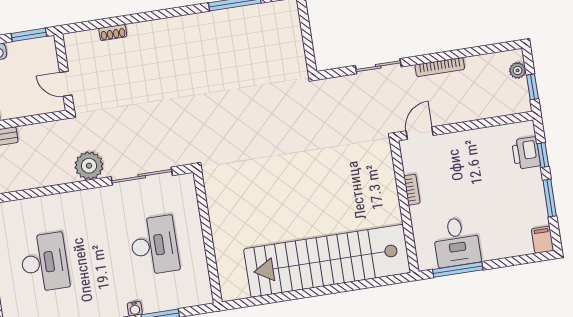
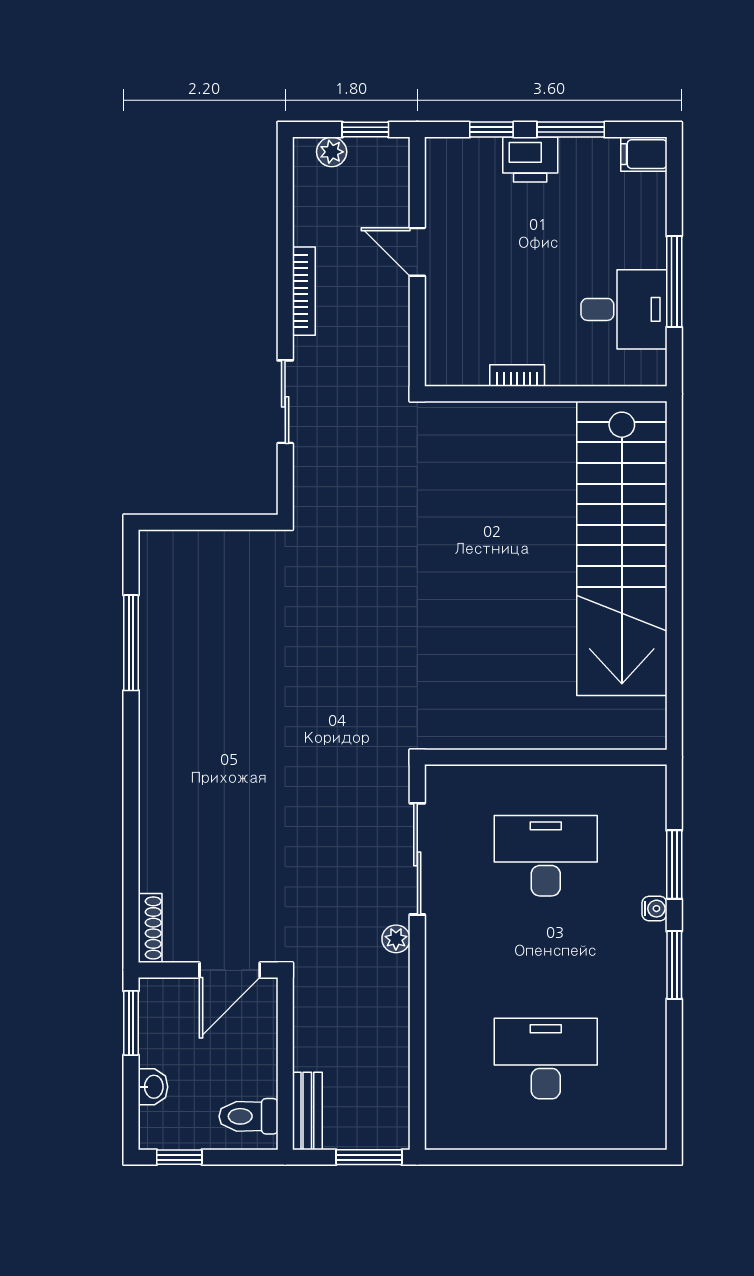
shoe rack: (113, 32) -> (150, 928), moved, width x1.43
door: (66, 84) -> (230, 970), width x1.38
door: (420, 133) -> (417, 252), moved
printer: (526, 153) -> (530, 160), moved
plant: (89, 166) -> (396, 939), width x0.53, depth x0.53
window: (458, 270) -> (674, 282), moved

